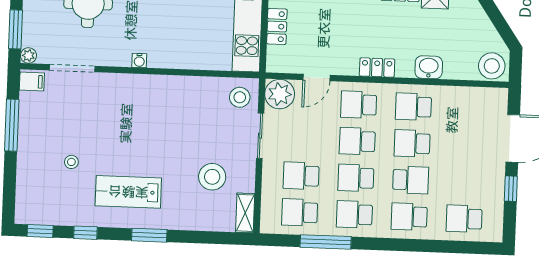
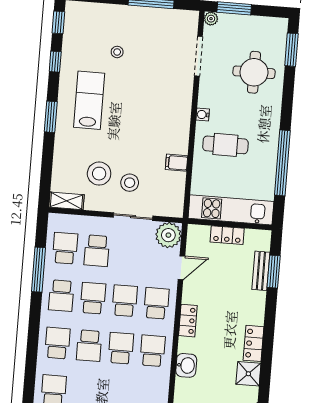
cafe table: (173, 33) -> (225, 145), added
door: (317, 78) -> (181, 268), swing flipped
filing cabinet: (32, 82) -> (177, 163), moved, turned 90
stool: (240, 97) -> (130, 183), moved
school desk: (301, 176) -> (97, 251), turned 180
school desk: (354, 214) -> (61, 296), turned 180

